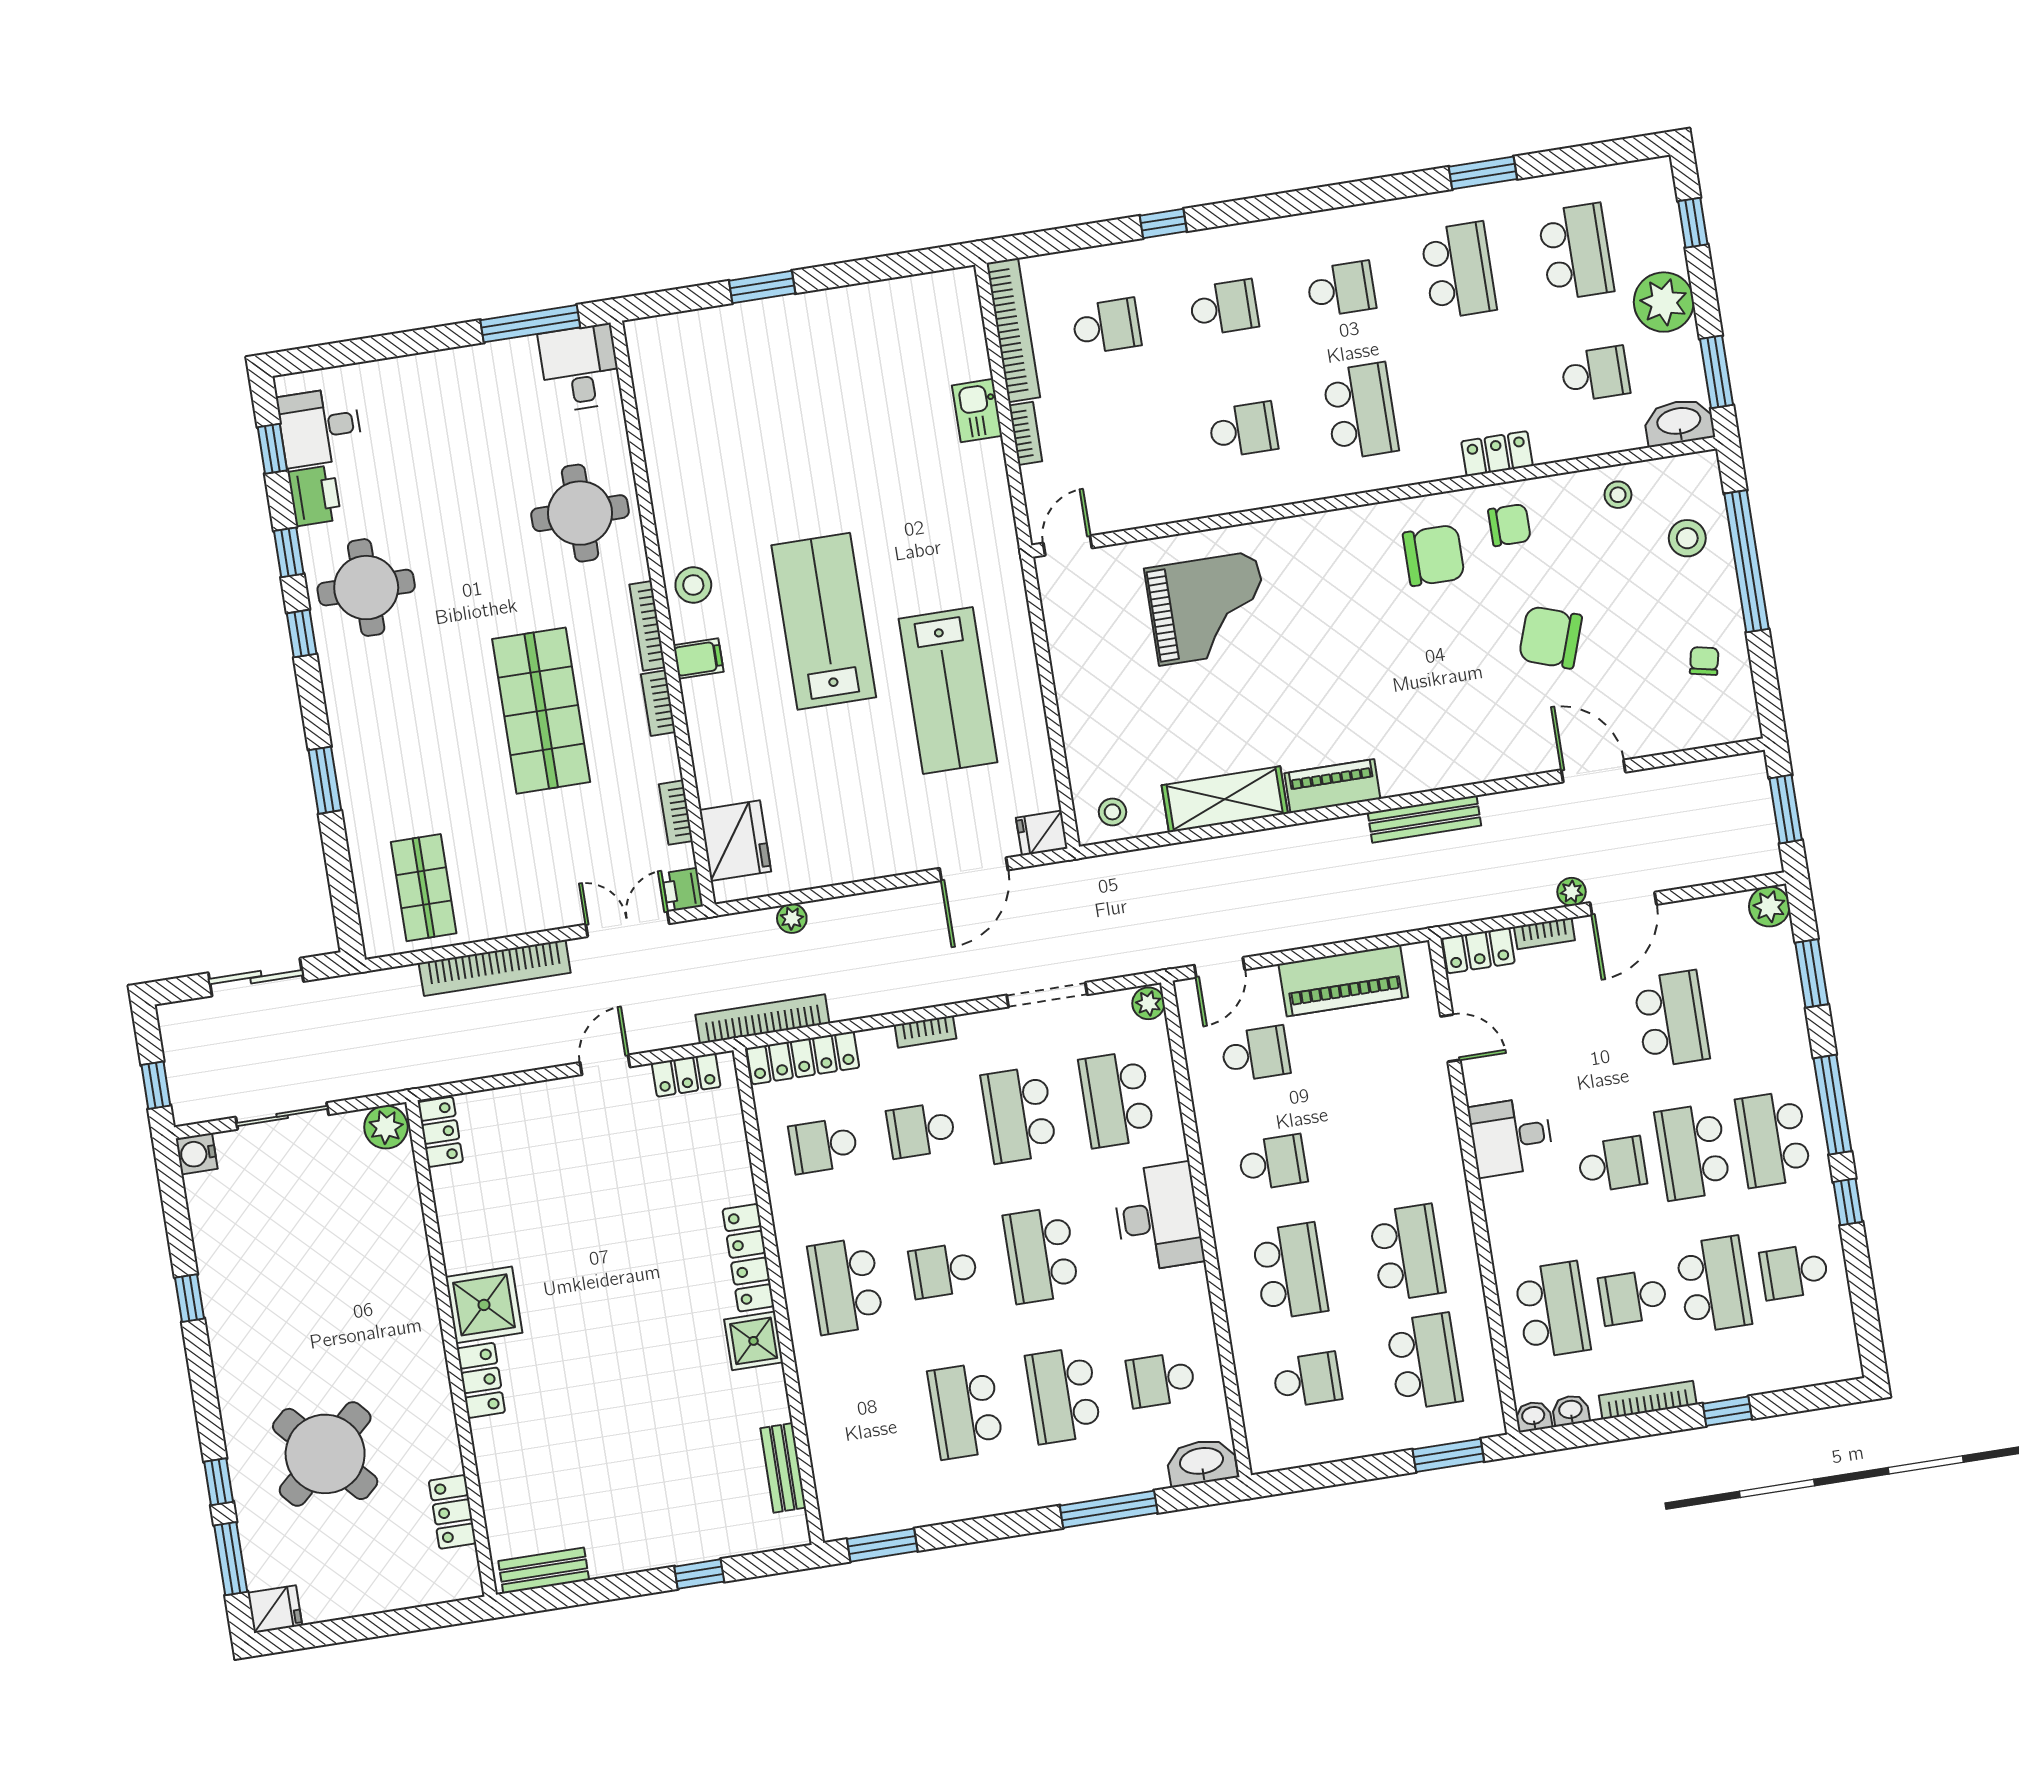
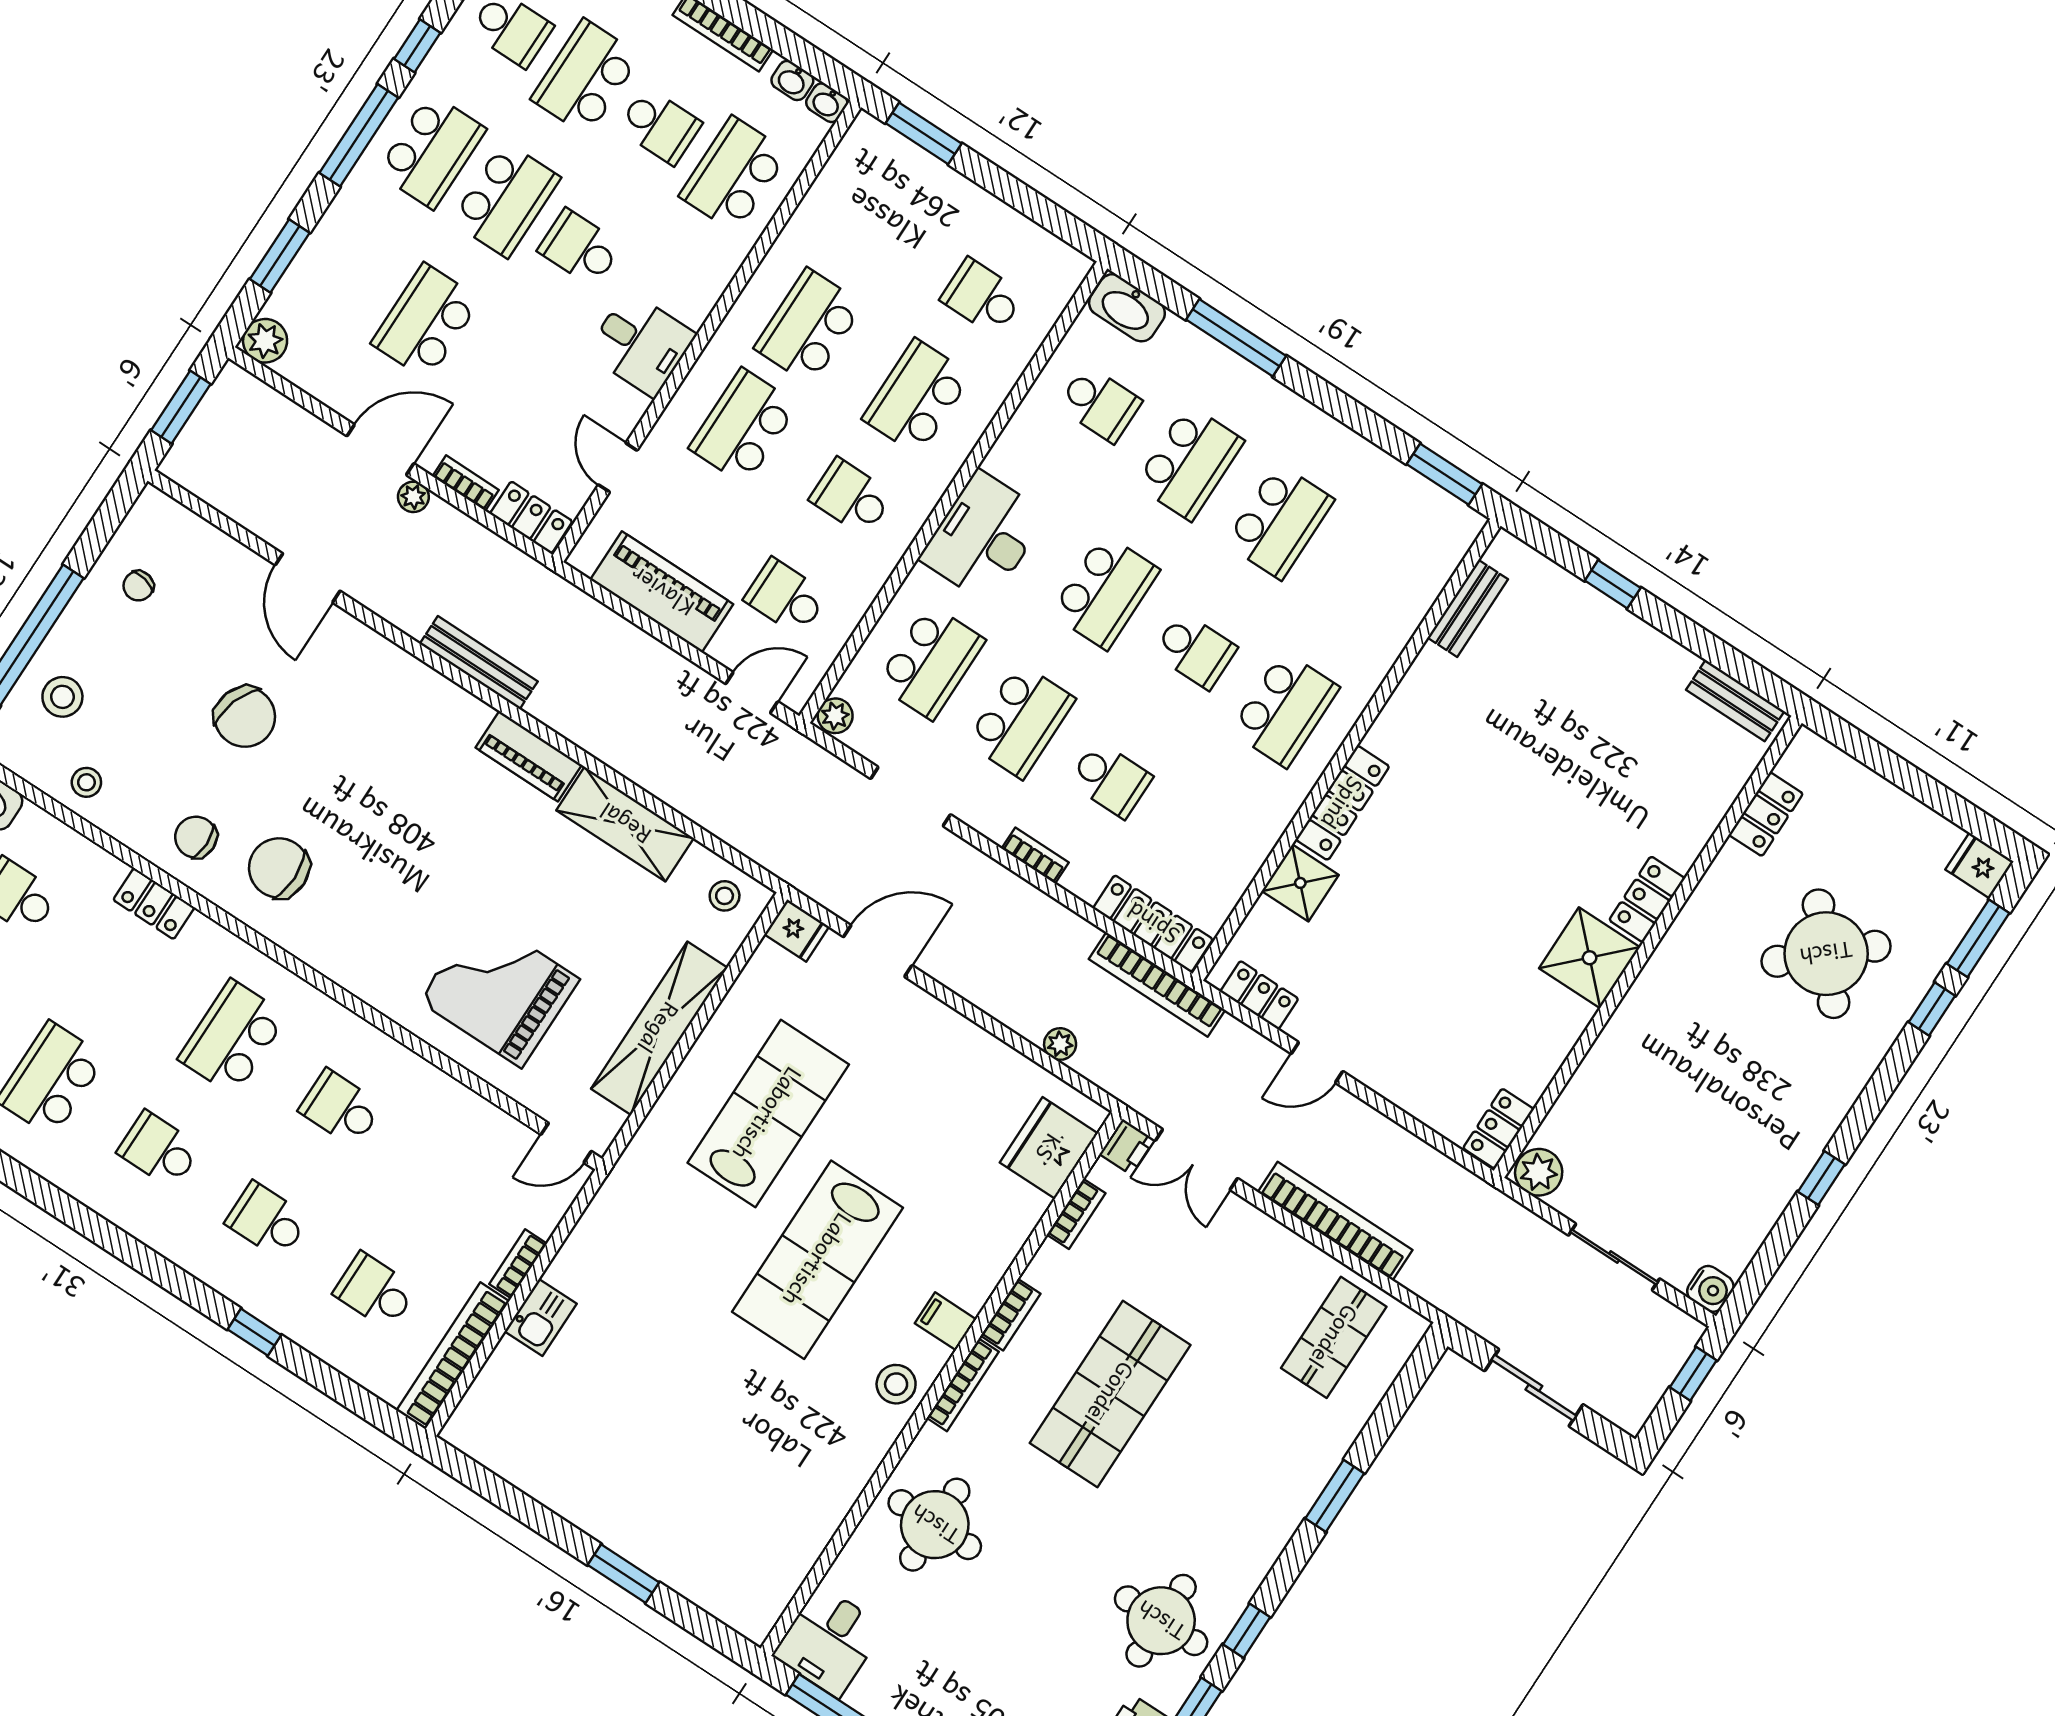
shelving: (1075, 681) -> (659, 1028), added
school desk: (823, 1146) -> (1200, 838), removed
shower: (754, 1341) -> (1300, 883), moved
school desk: (1424, 1361) -> (743, 426), moved

